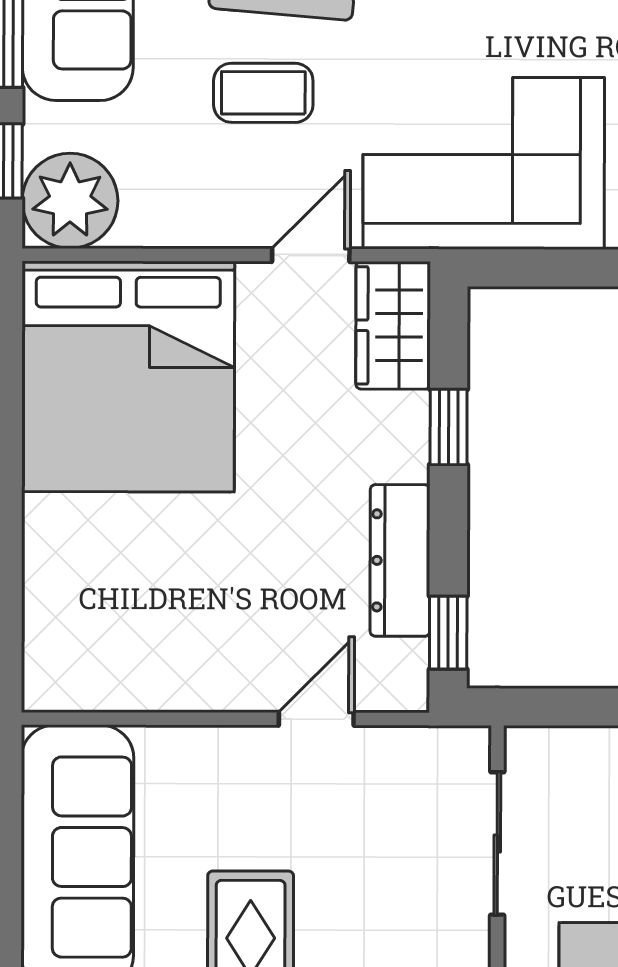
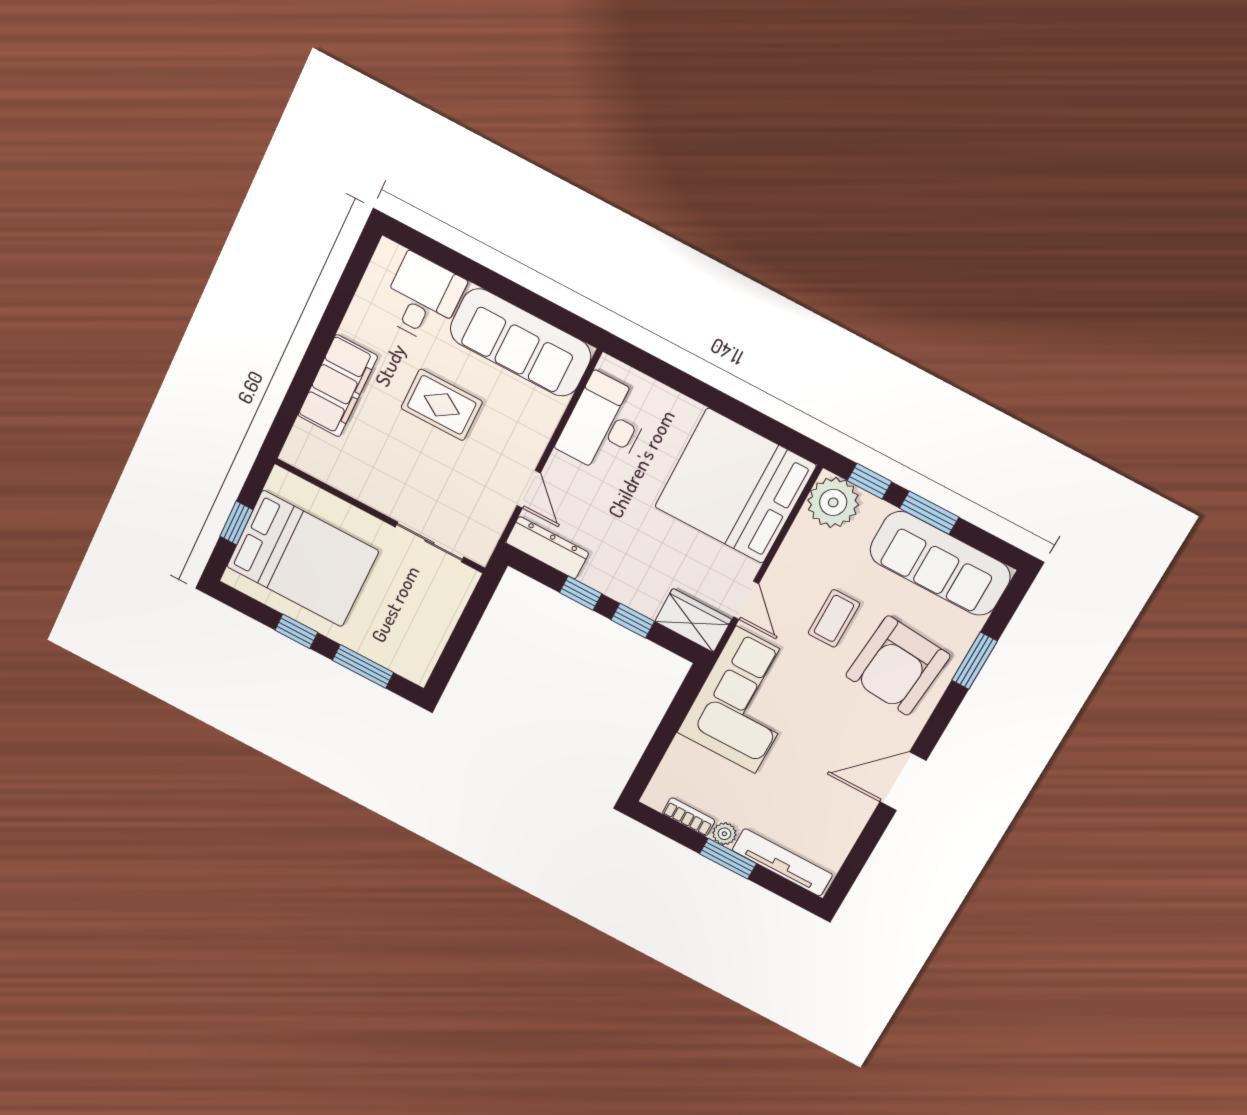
dresser: (400, 560) -> (547, 548), moved
window: (448, 633) -> (581, 593), moved
desk: (140, 647) -> (605, 425), added

